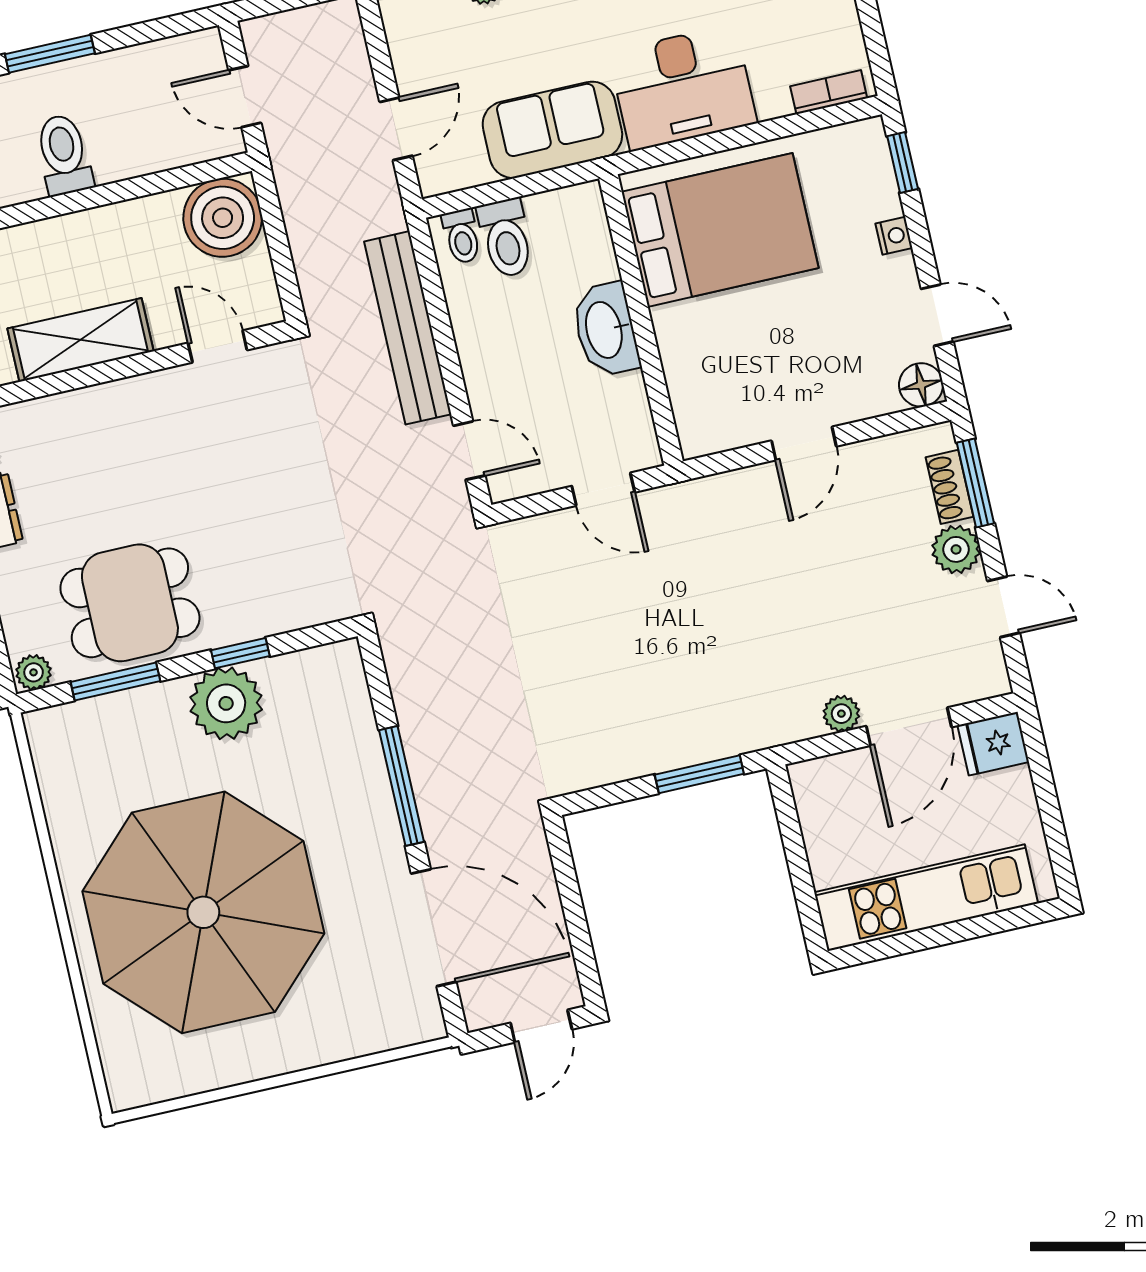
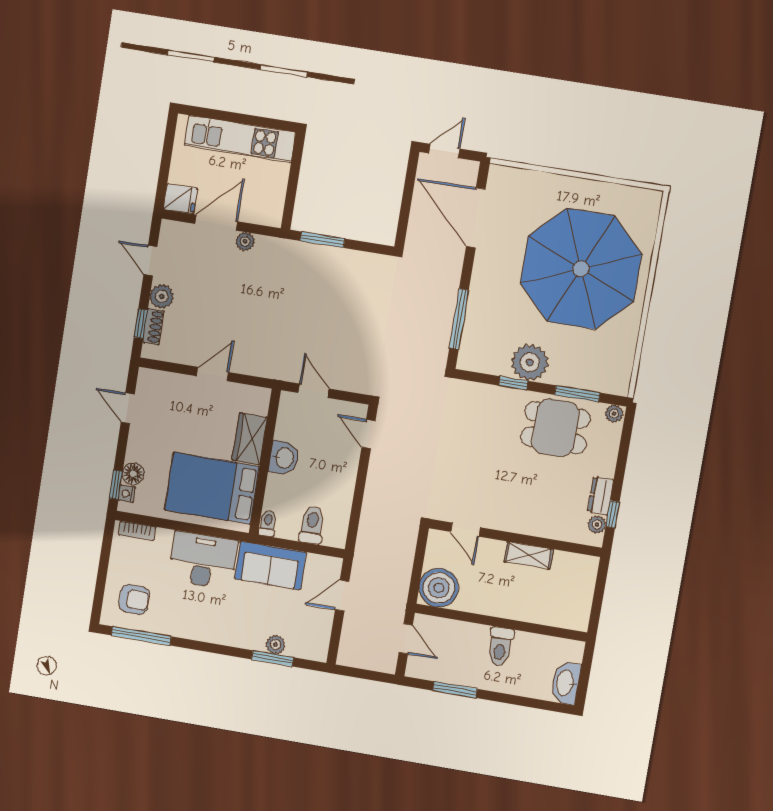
window: (50, 54) -> (455, 690), moved
toilet: (462, 236) -> (268, 523), moved
nightstand: (894, 236) -> (127, 494), moved
bench: (408, 328) -> (374, 502), removed
washbasin: (605, 330) -> (284, 458), width x0.72
shelving: (80, 340) -> (528, 555), width x0.67, depth x0.75
wardrobe: (687, 352) -> (250, 439), added
floor lamp: (921, 385) -> (133, 474), moved
window: (975, 483) -> (141, 324), width x0.67
window: (401, 786) -> (459, 319), moved

